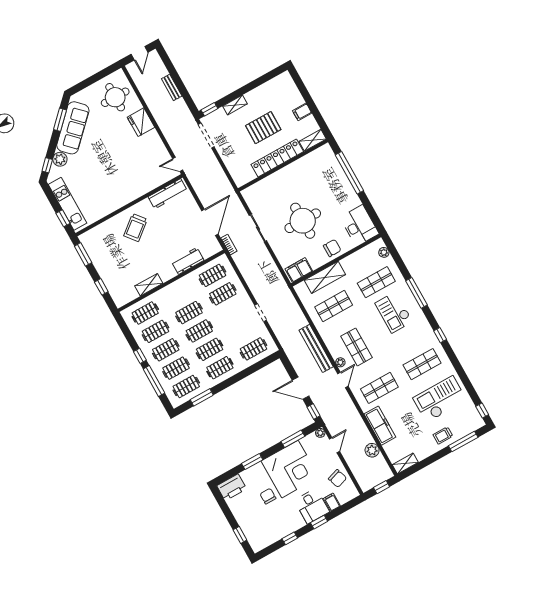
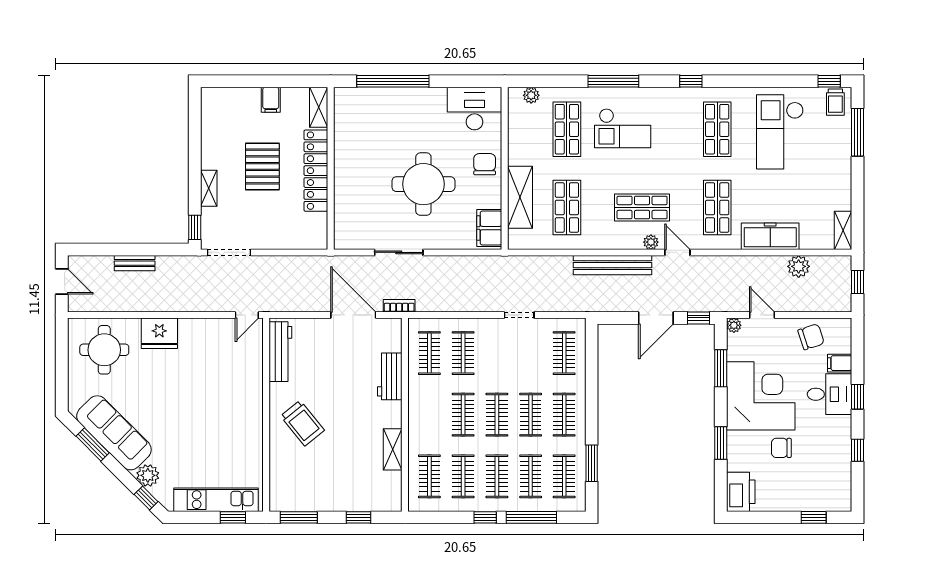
trolley: (443, 435) -> (835, 102), moved

